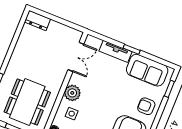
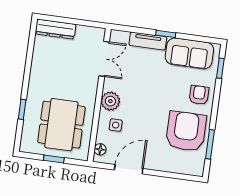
dresser: (37, 20) -> (55, 29), width x1.44
armchair: (146, 106) -> (199, 95), turned 90

